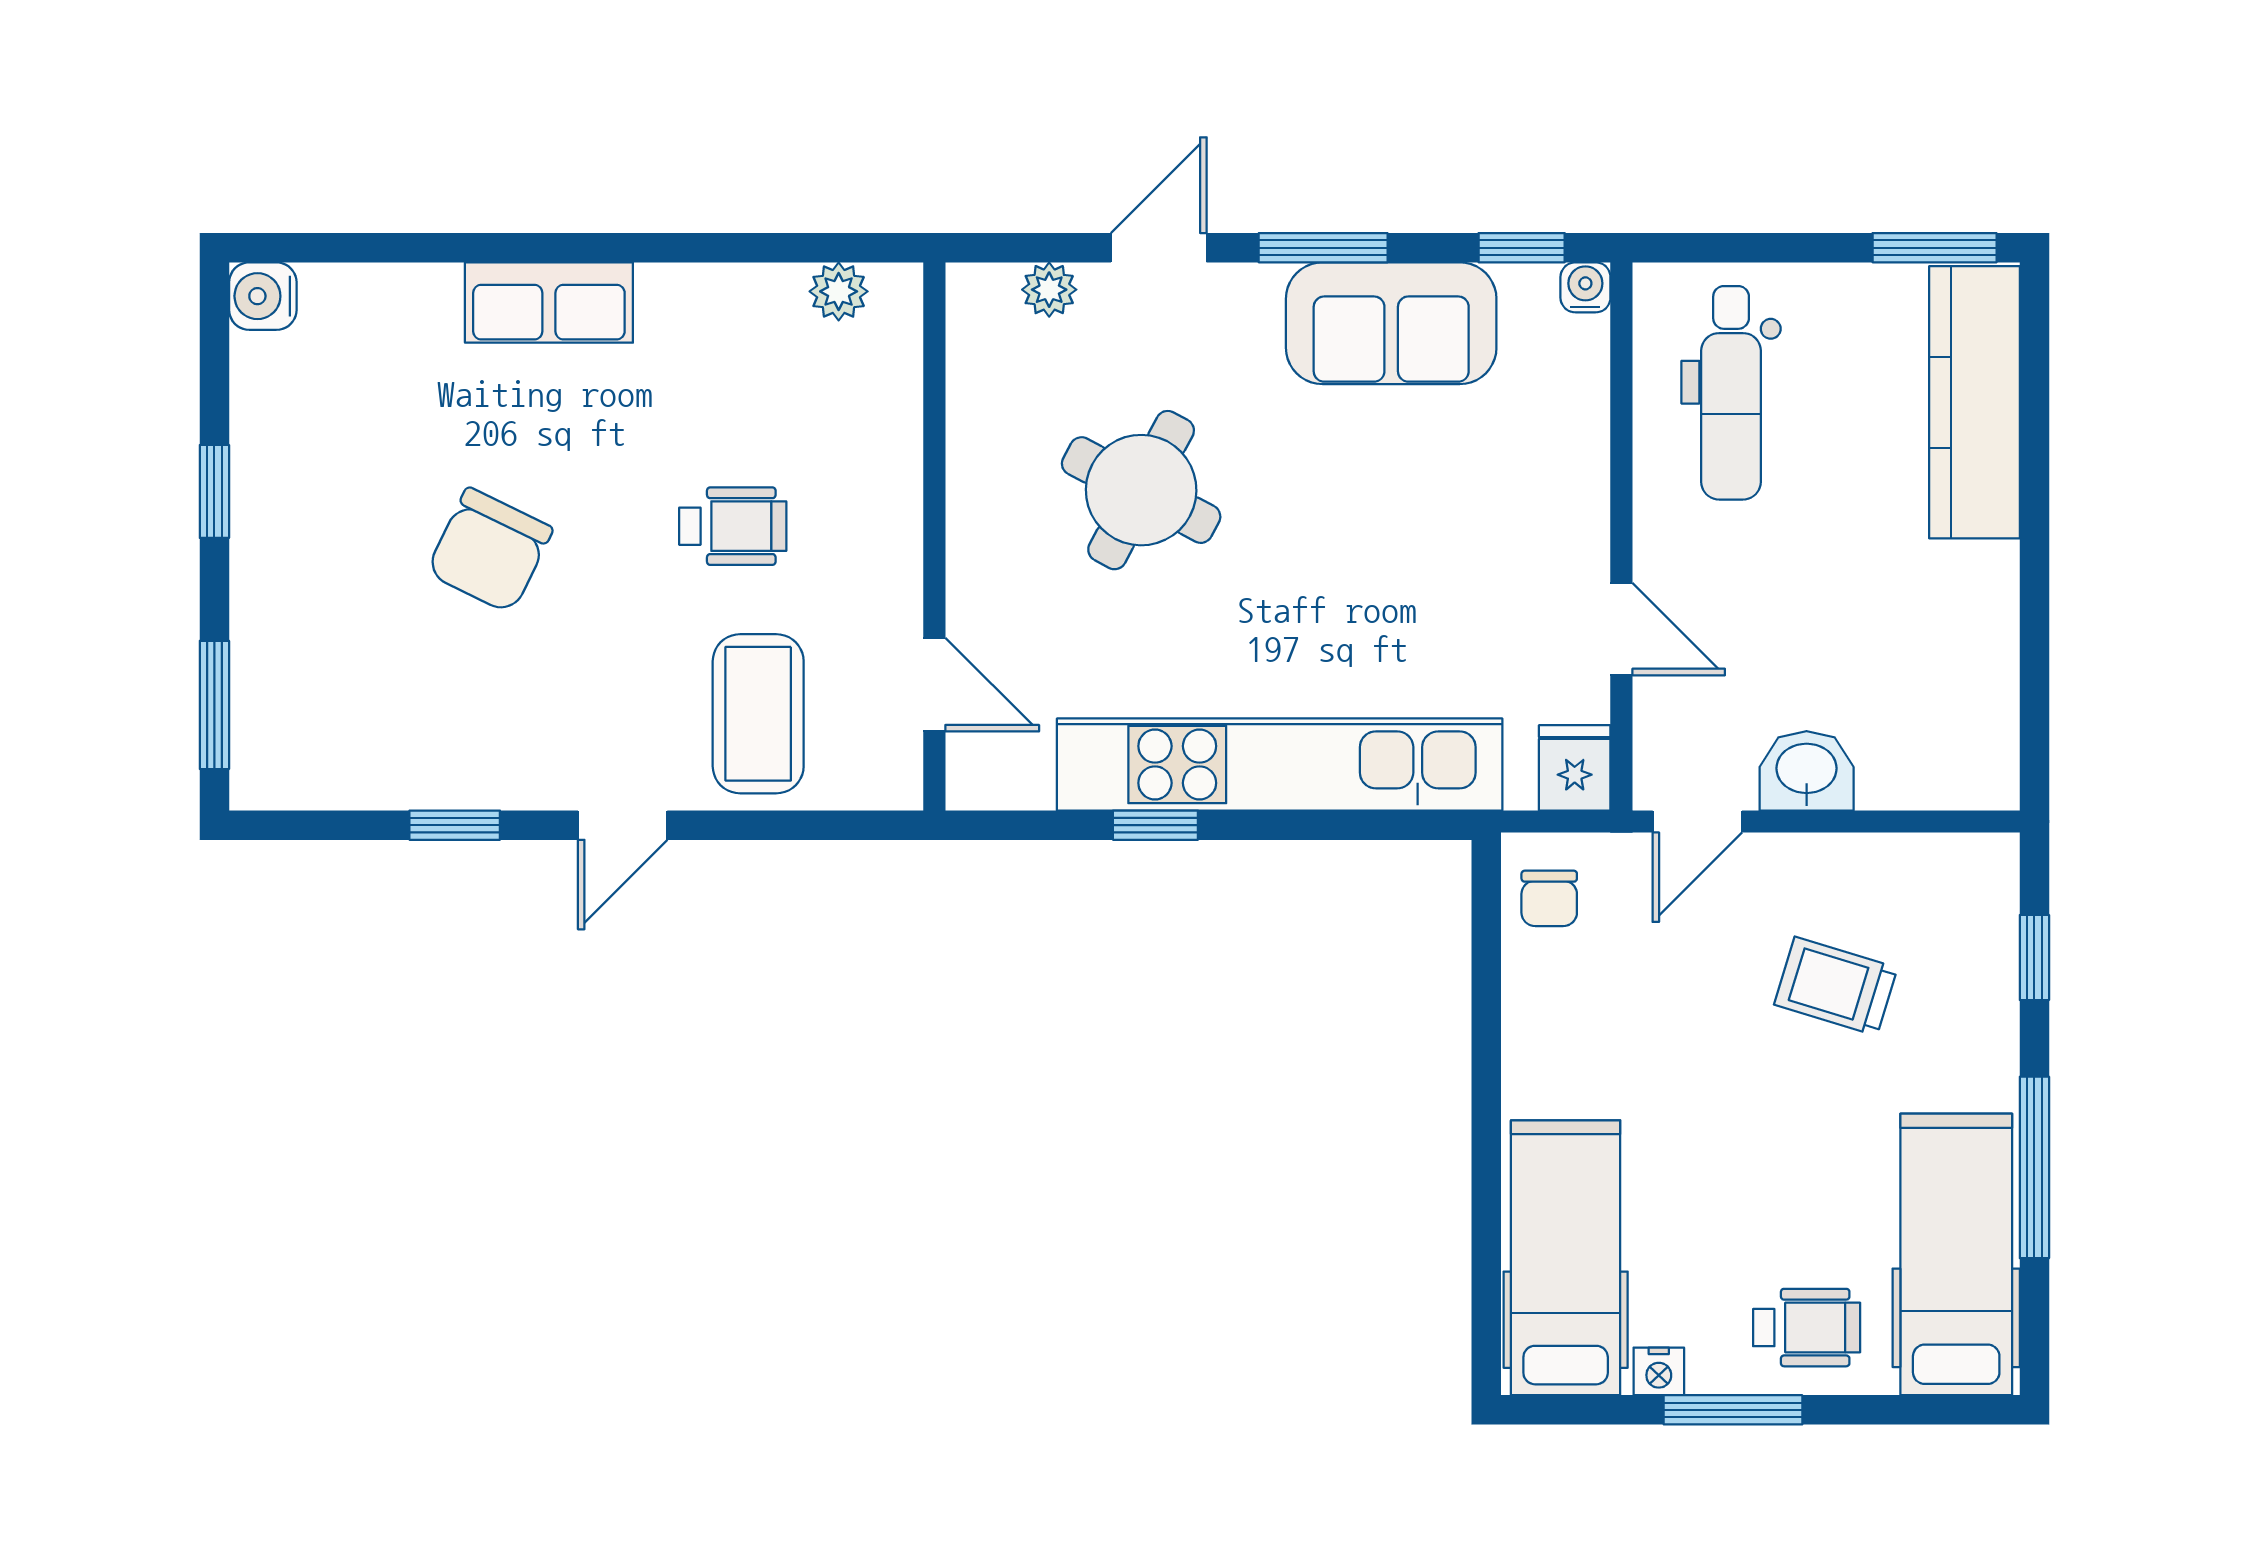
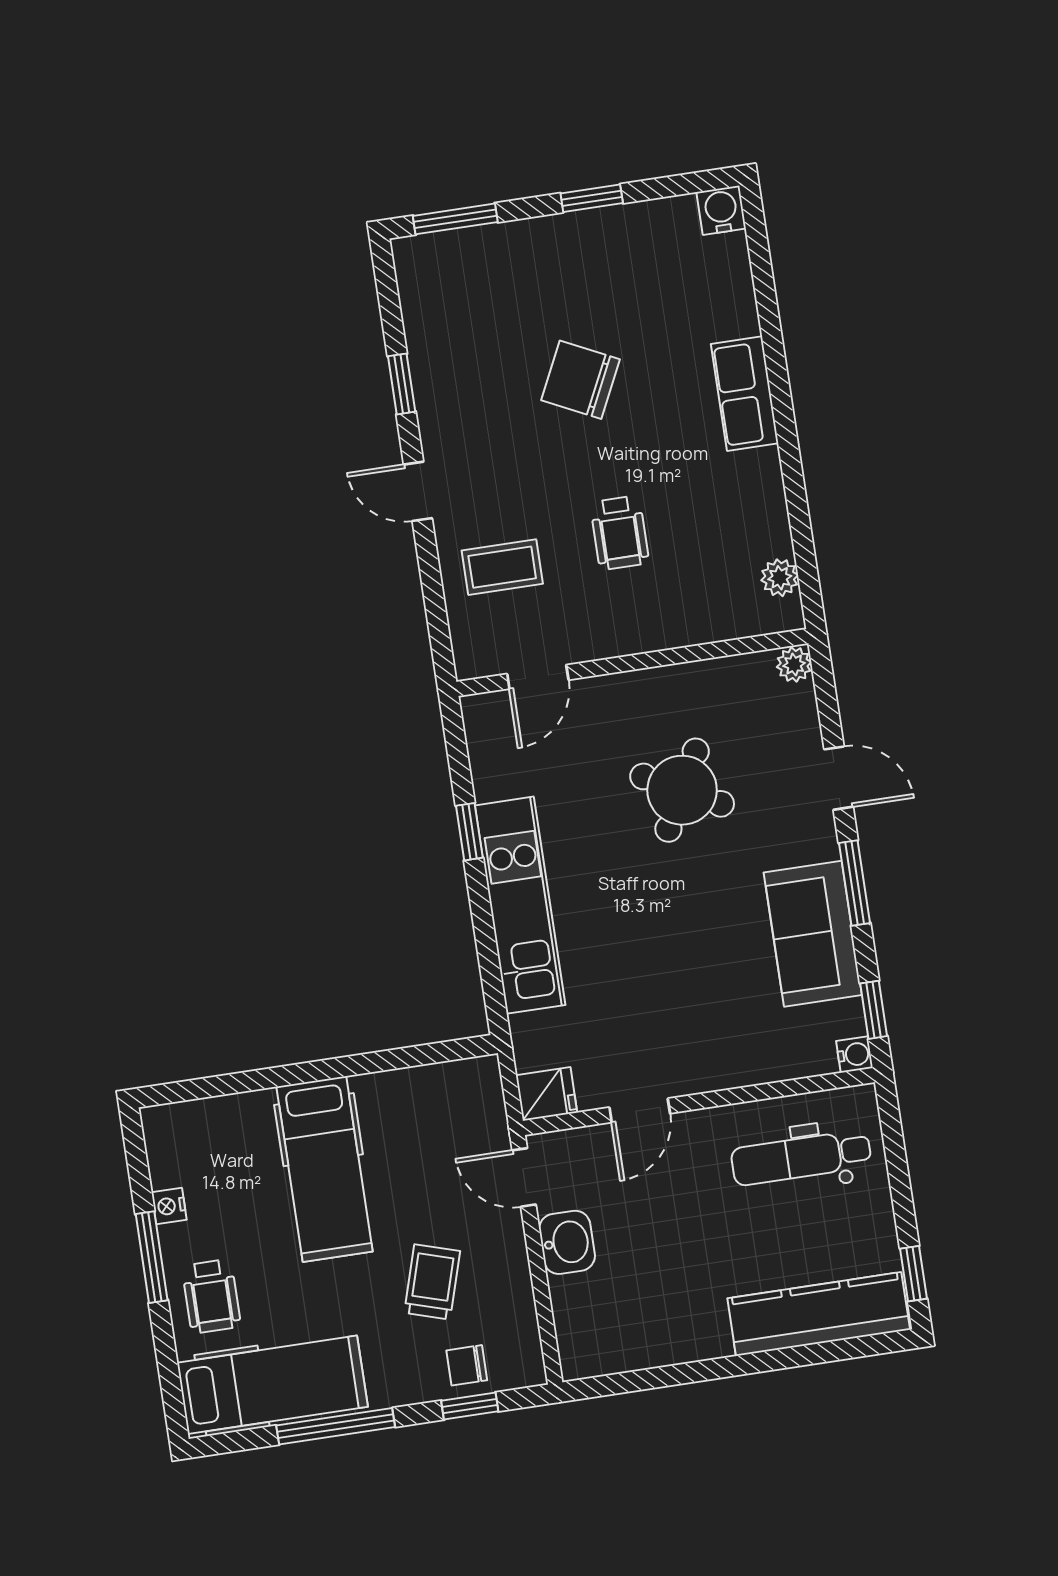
window: (1935, 248) -> (914, 1274), width x0.67
plant: (1049, 290) -> (794, 665), moved
coffee table: (758, 714) -> (502, 567), width x0.73, depth x0.77
kitchen unit: (1280, 765) -> (520, 905), width x0.73
chair: (1549, 898) -> (467, 1365), moved
hospital bed: (1566, 1258) -> (325, 1169), moved, turned 90

